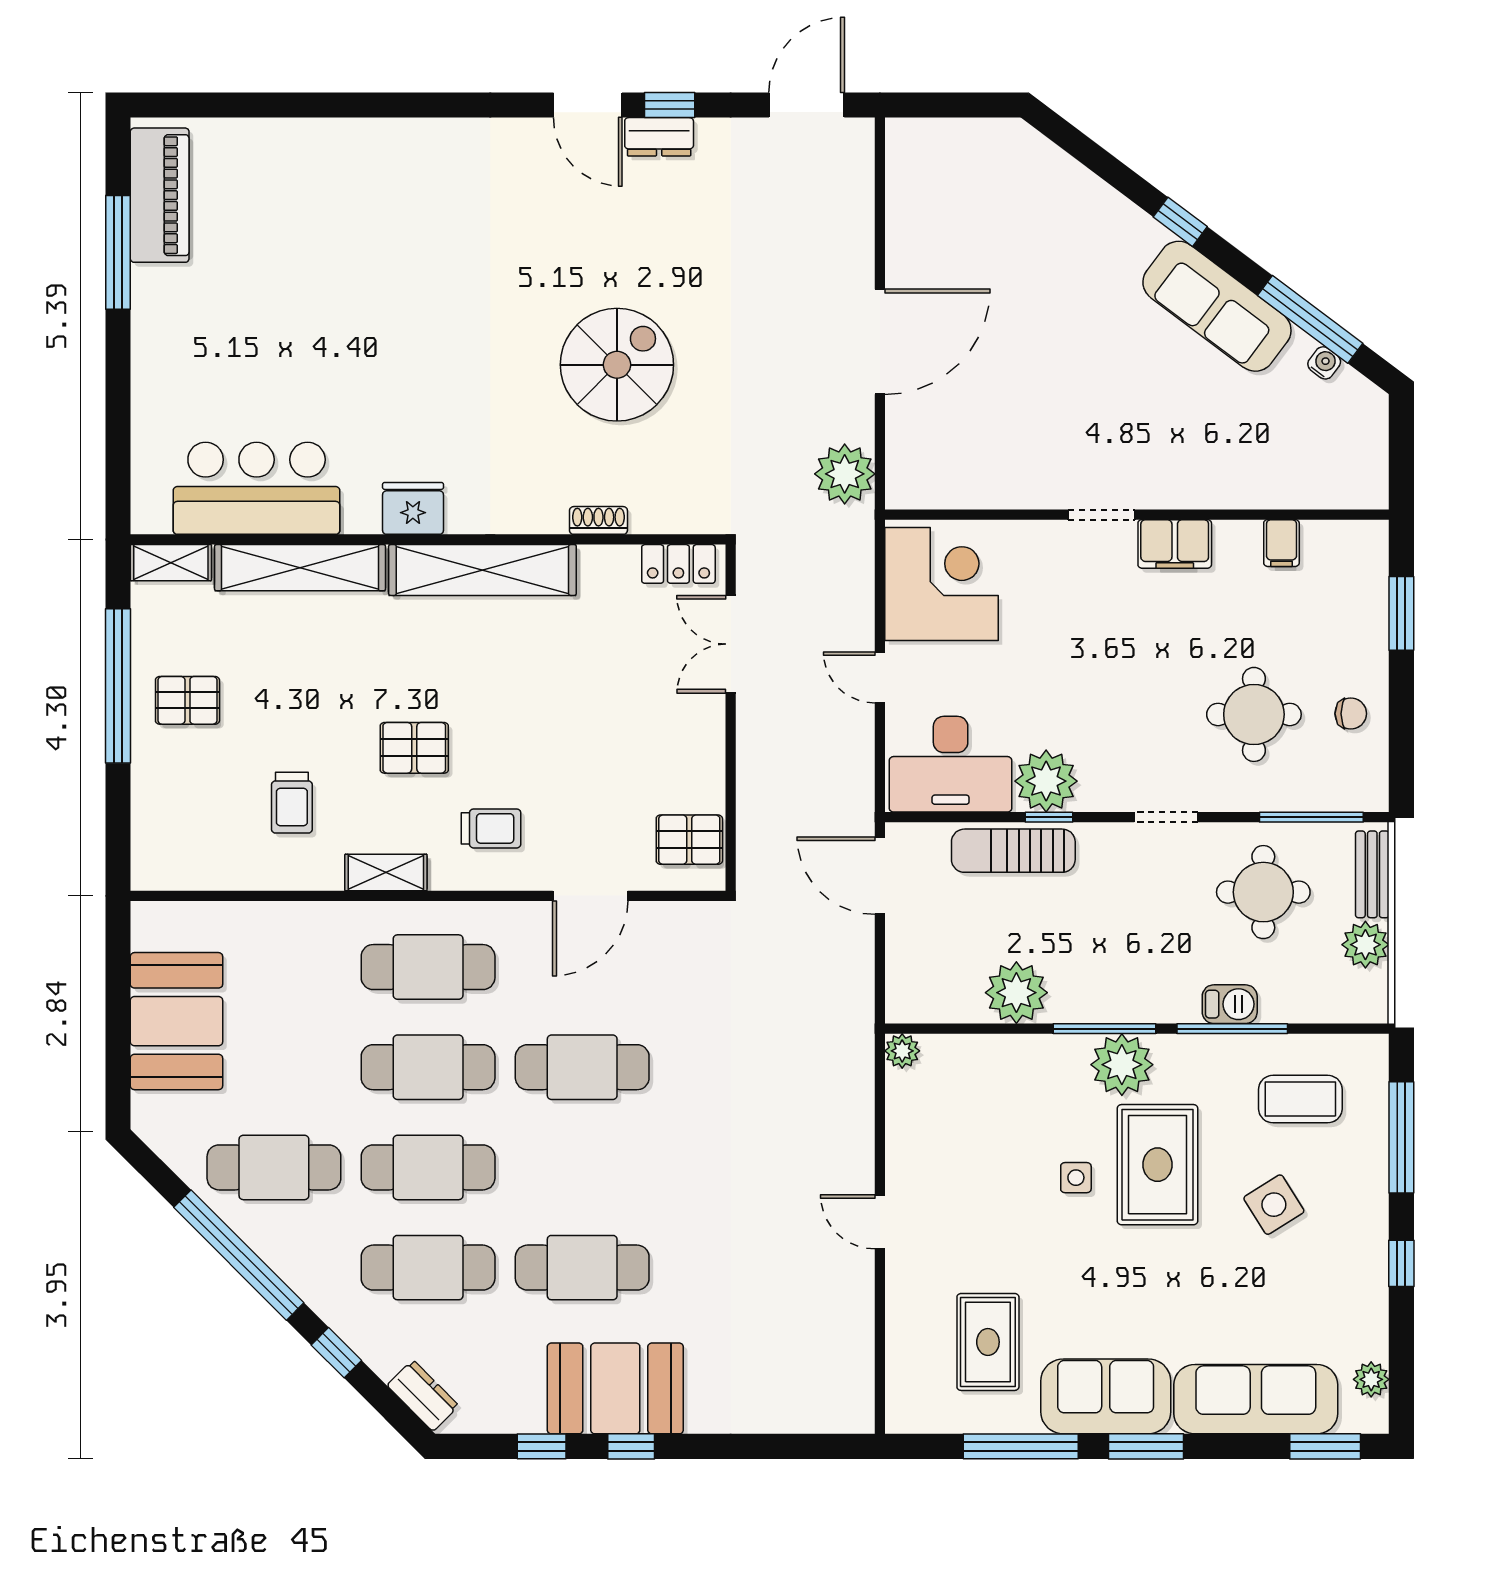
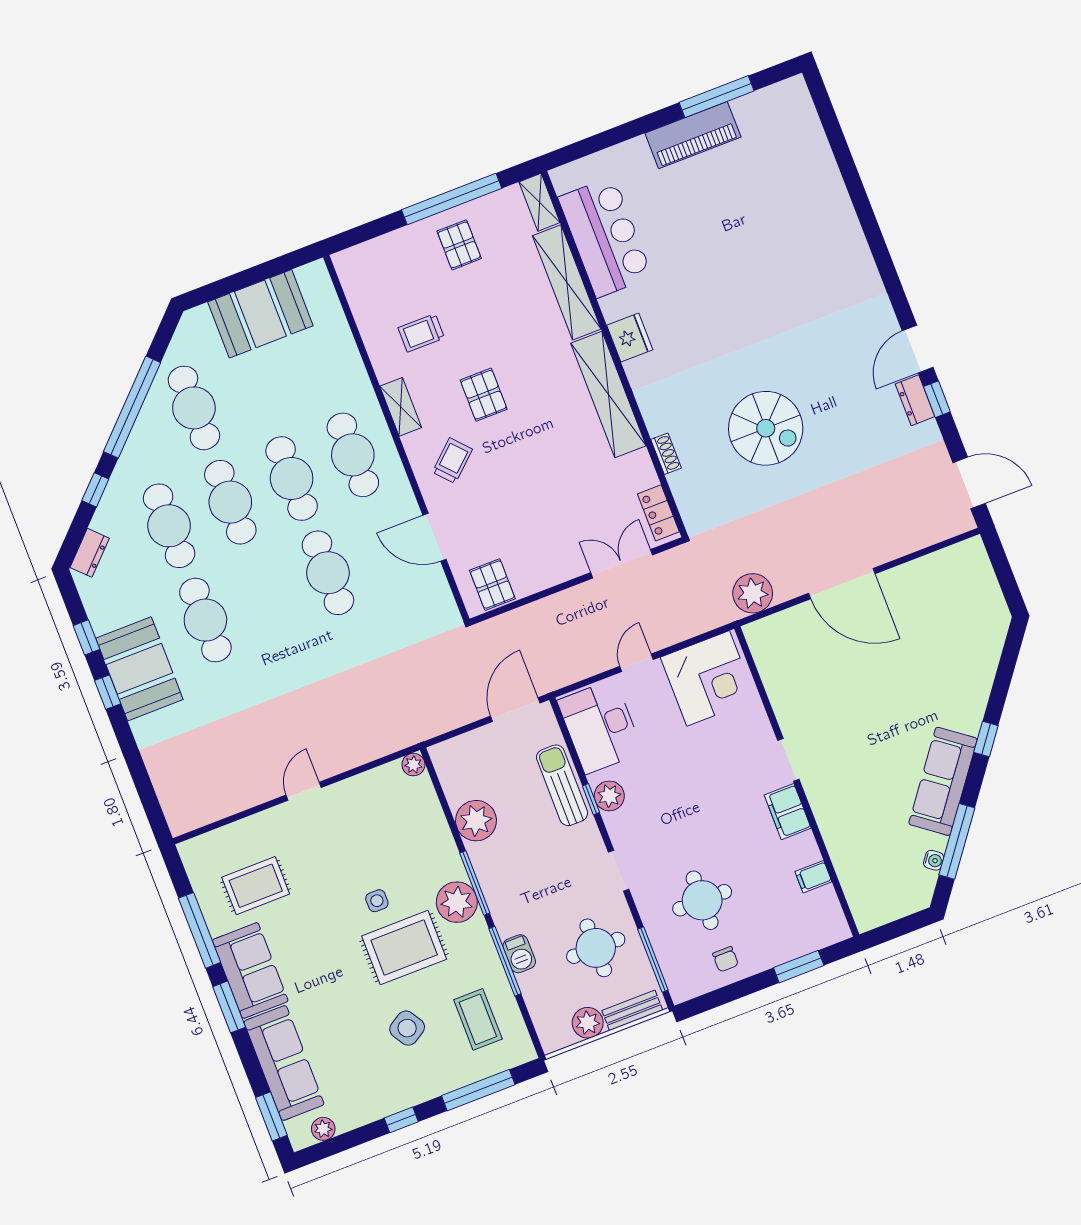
piano: (160, 195) -> (693, 135), moved
plant: (1046, 781) -> (609, 796), width x0.73, depth x0.73
trolley: (491, 828) -> (452, 461), turned -132

